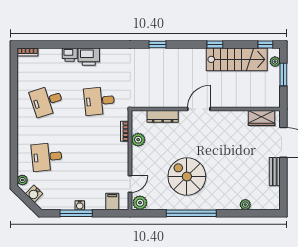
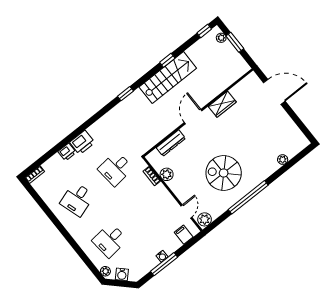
stairs: (237, 59) -> (168, 78), moved
wardrobe: (262, 118) -> (222, 104), moved
bench: (275, 172) -> (285, 118), removed

